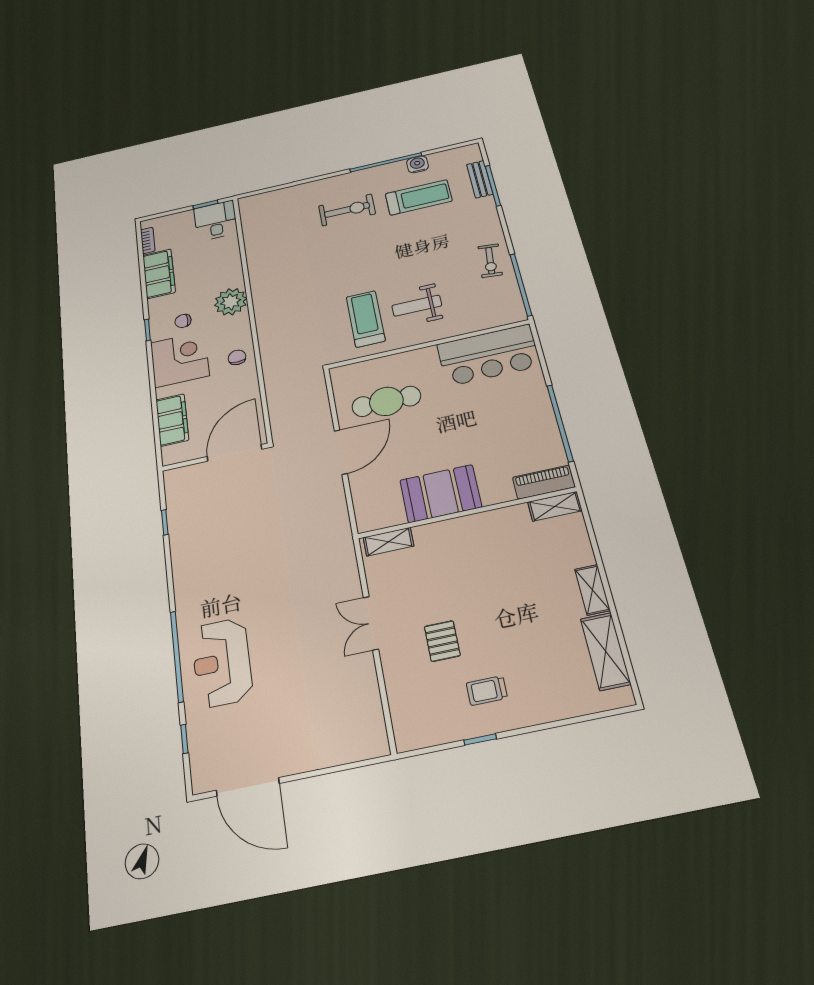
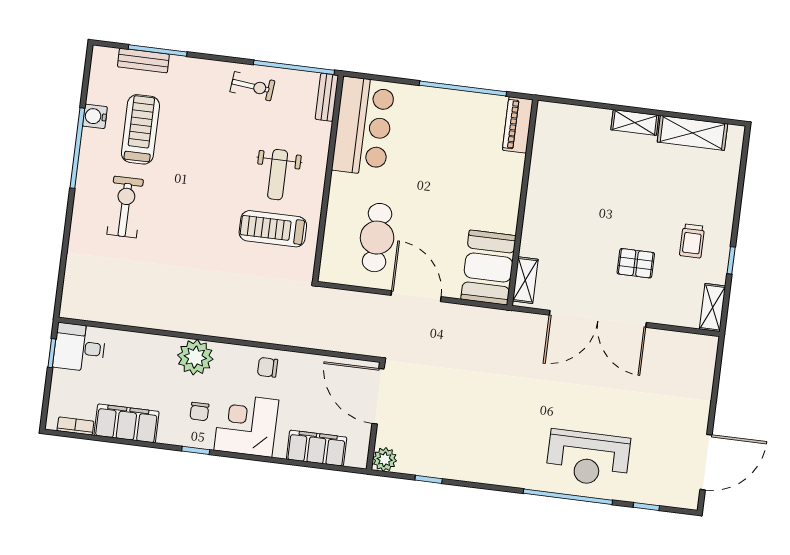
bench: (504, 318) -> (327, 97), added
plant: (175, 479) -> (385, 459), added
booth: (441, 494) -> (488, 267), moved
shelving: (555, 506) -> (713, 307), moved
double door: (371, 623) -> (598, 319), width x1.87

